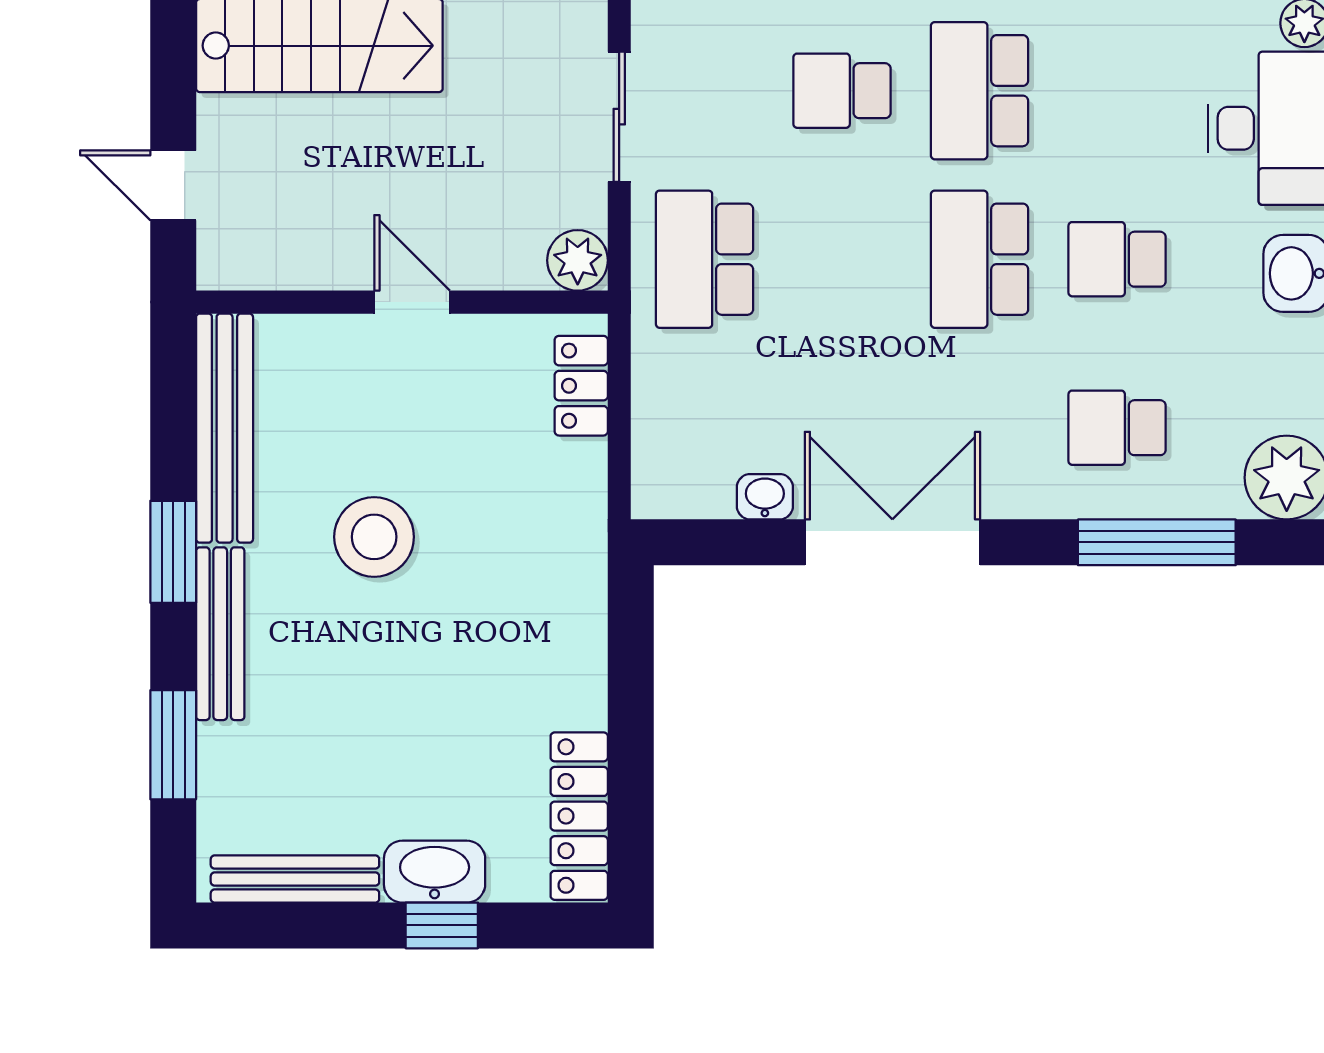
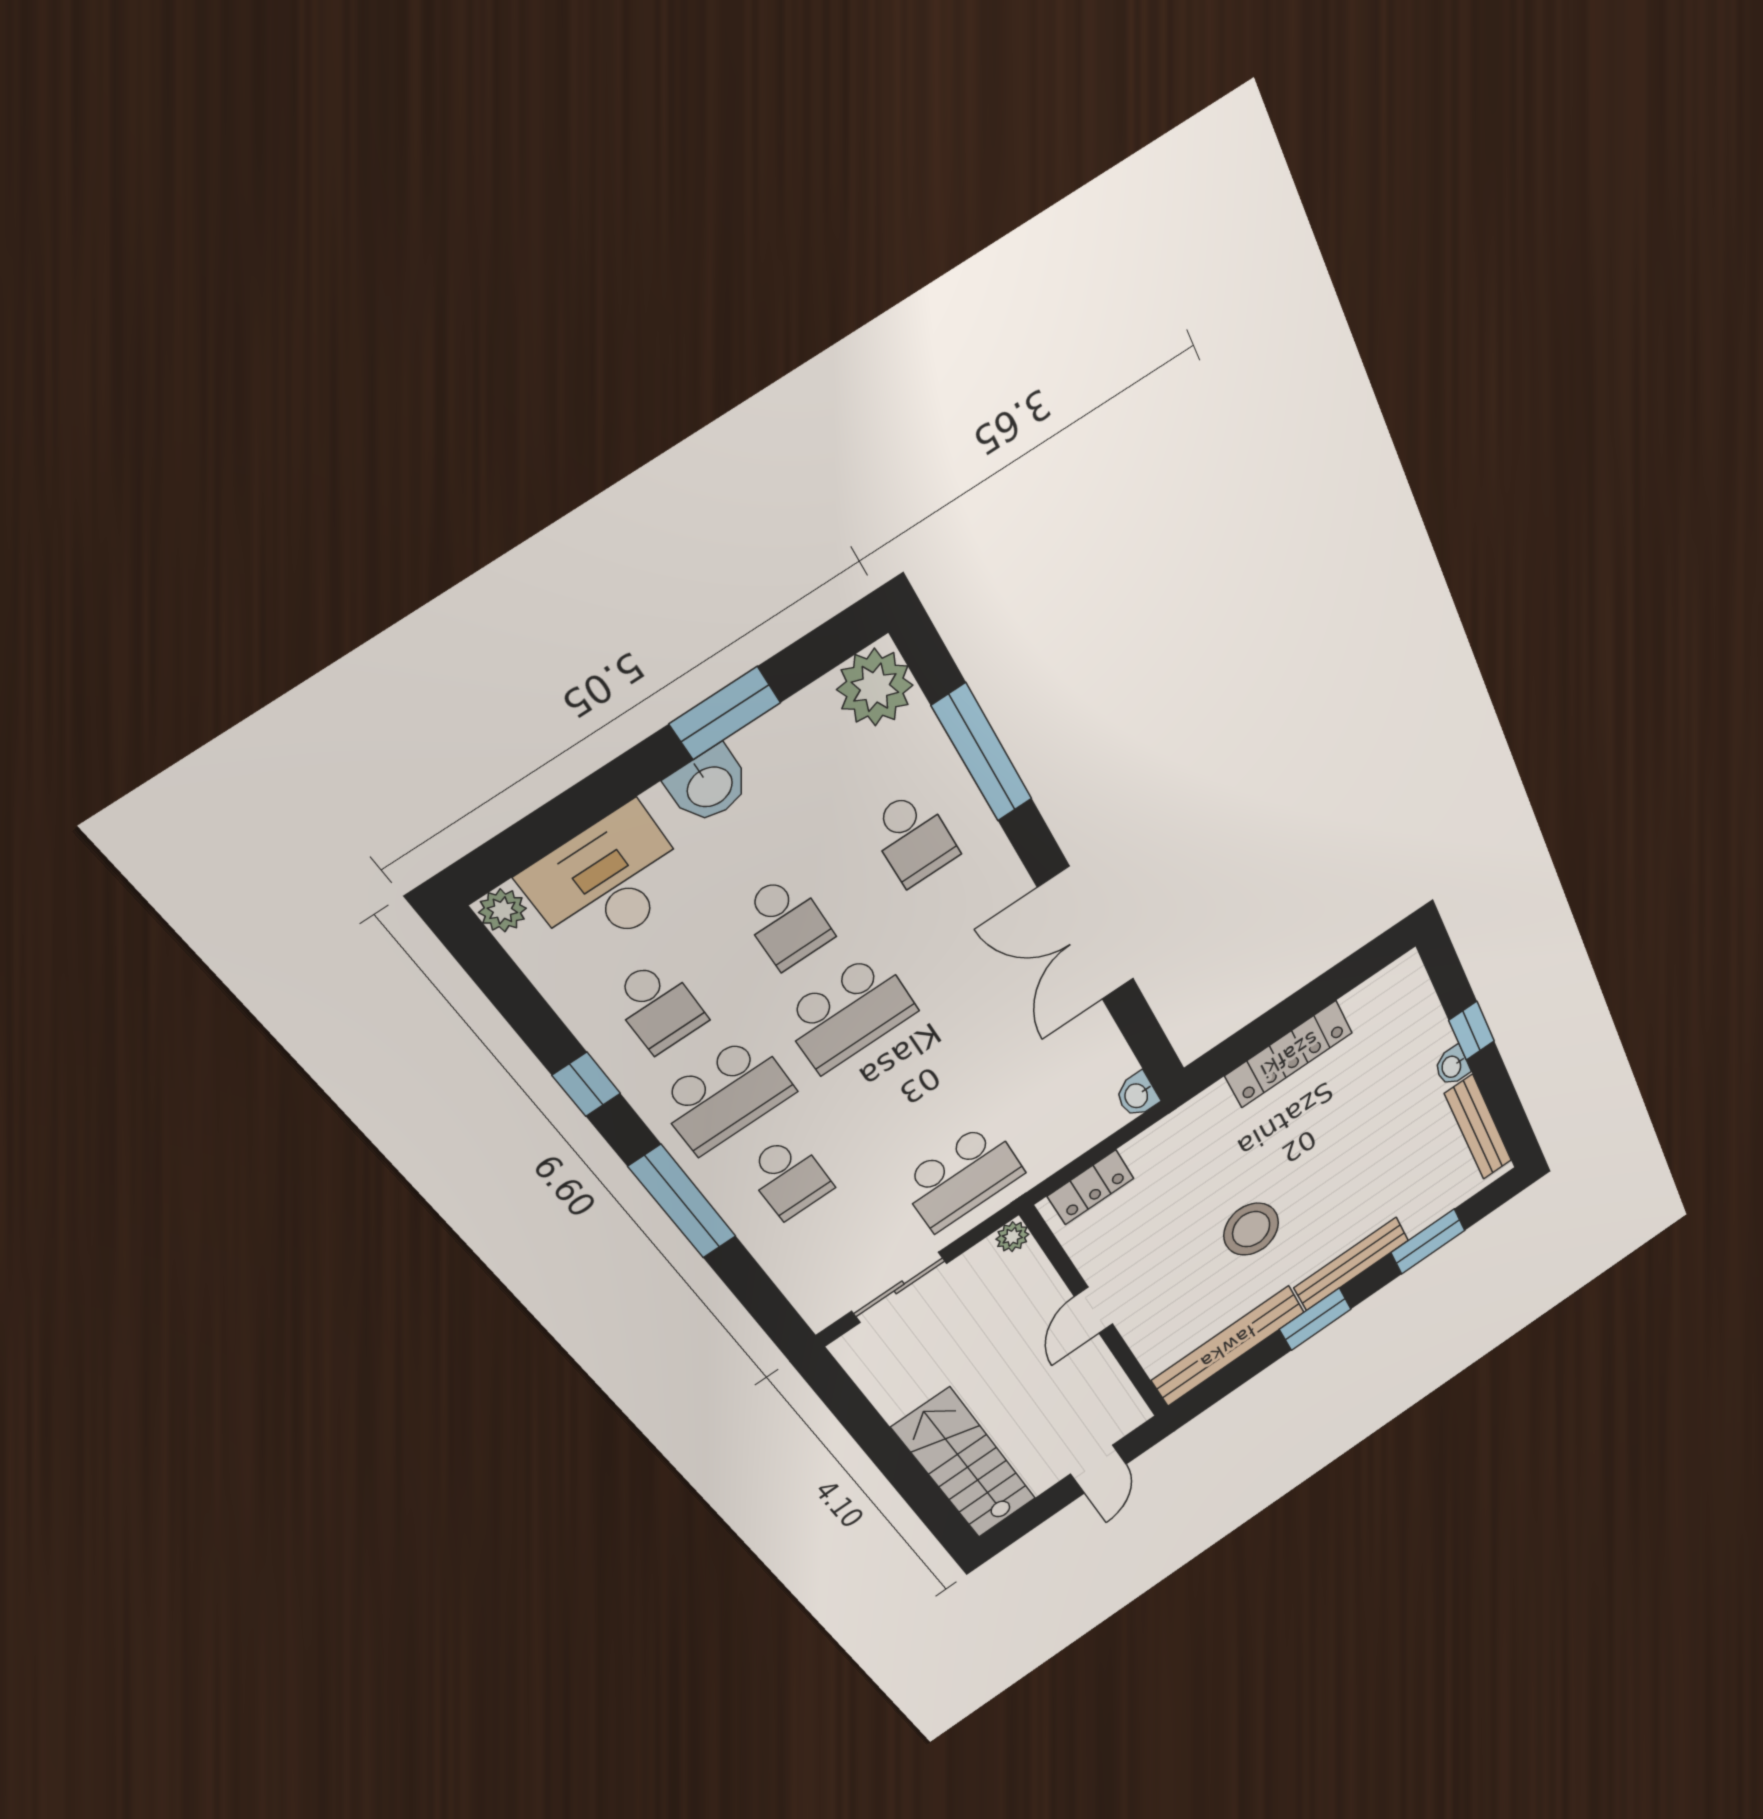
school desk: (1117, 91) -> (658, 1006), added
plant: (578, 260) -> (1012, 1237), width x0.73, depth x0.73
washbasin: (765, 497) -> (1137, 1095), moved
locker: (579, 816) -> (1289, 1054), moved
washbasin: (435, 872) -> (1452, 1066), width x0.52, depth x0.69

